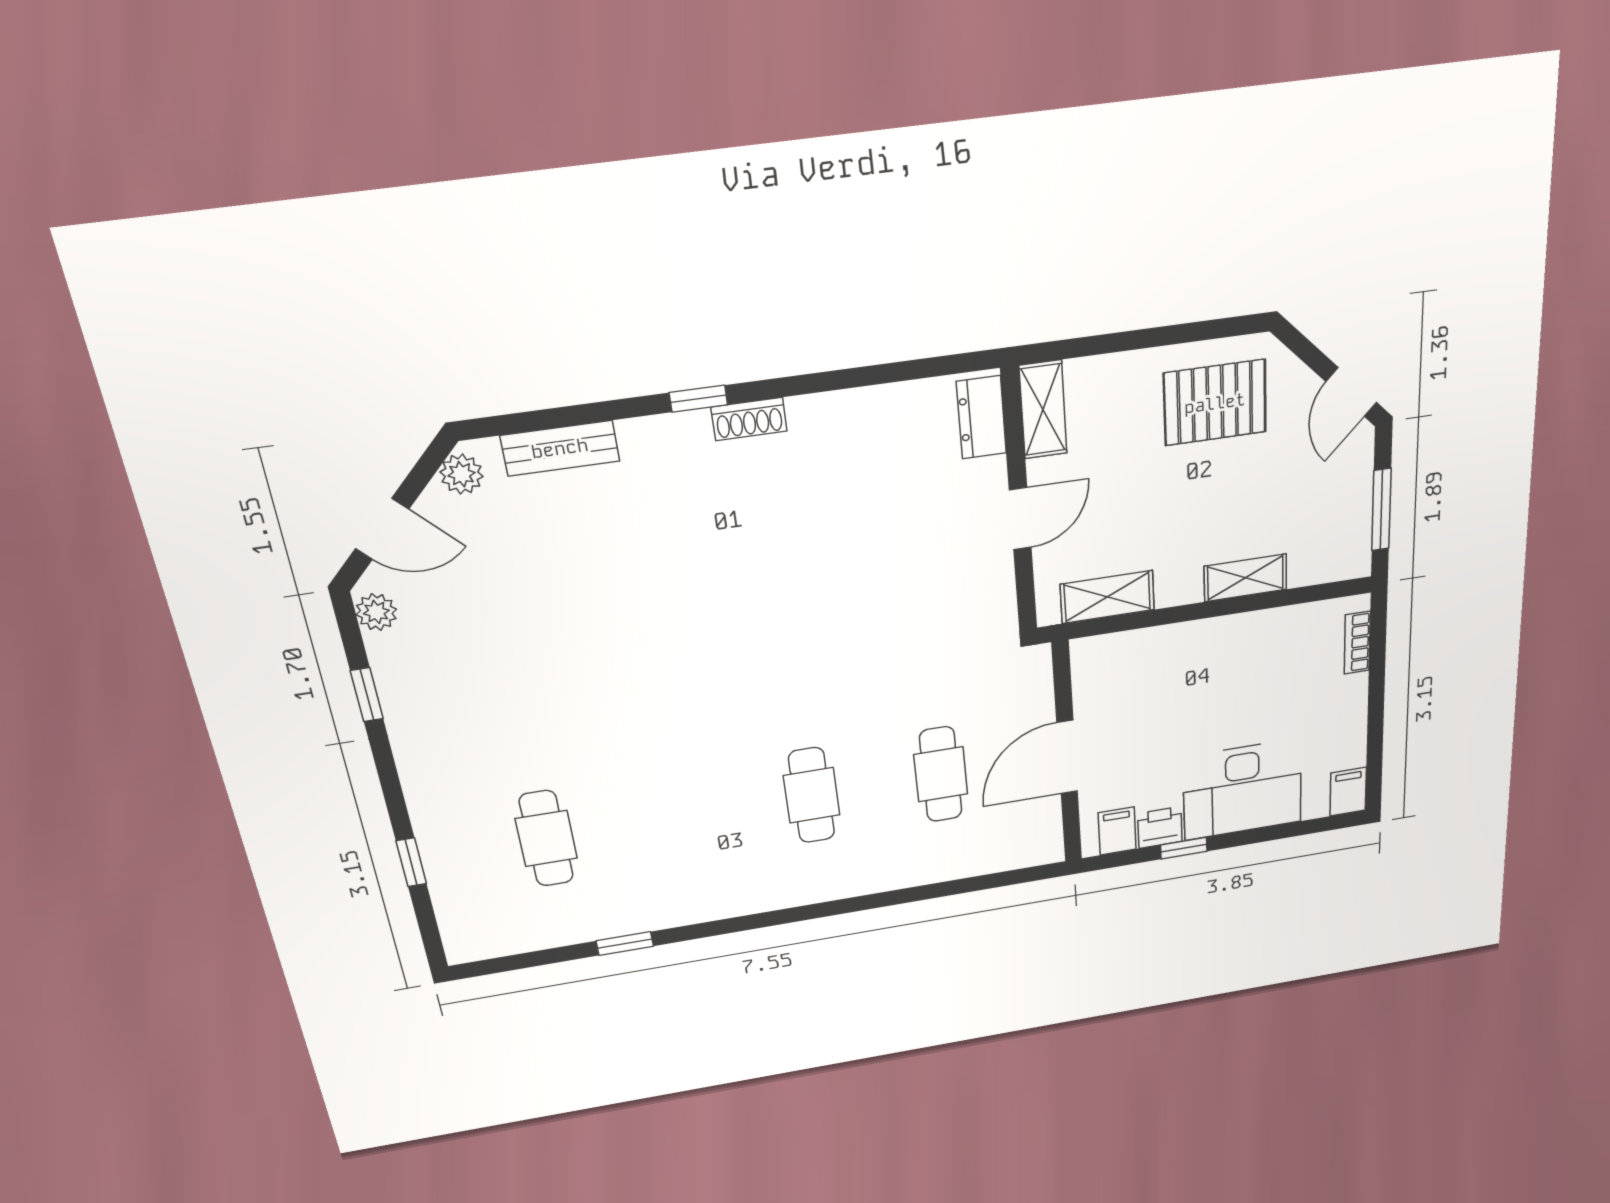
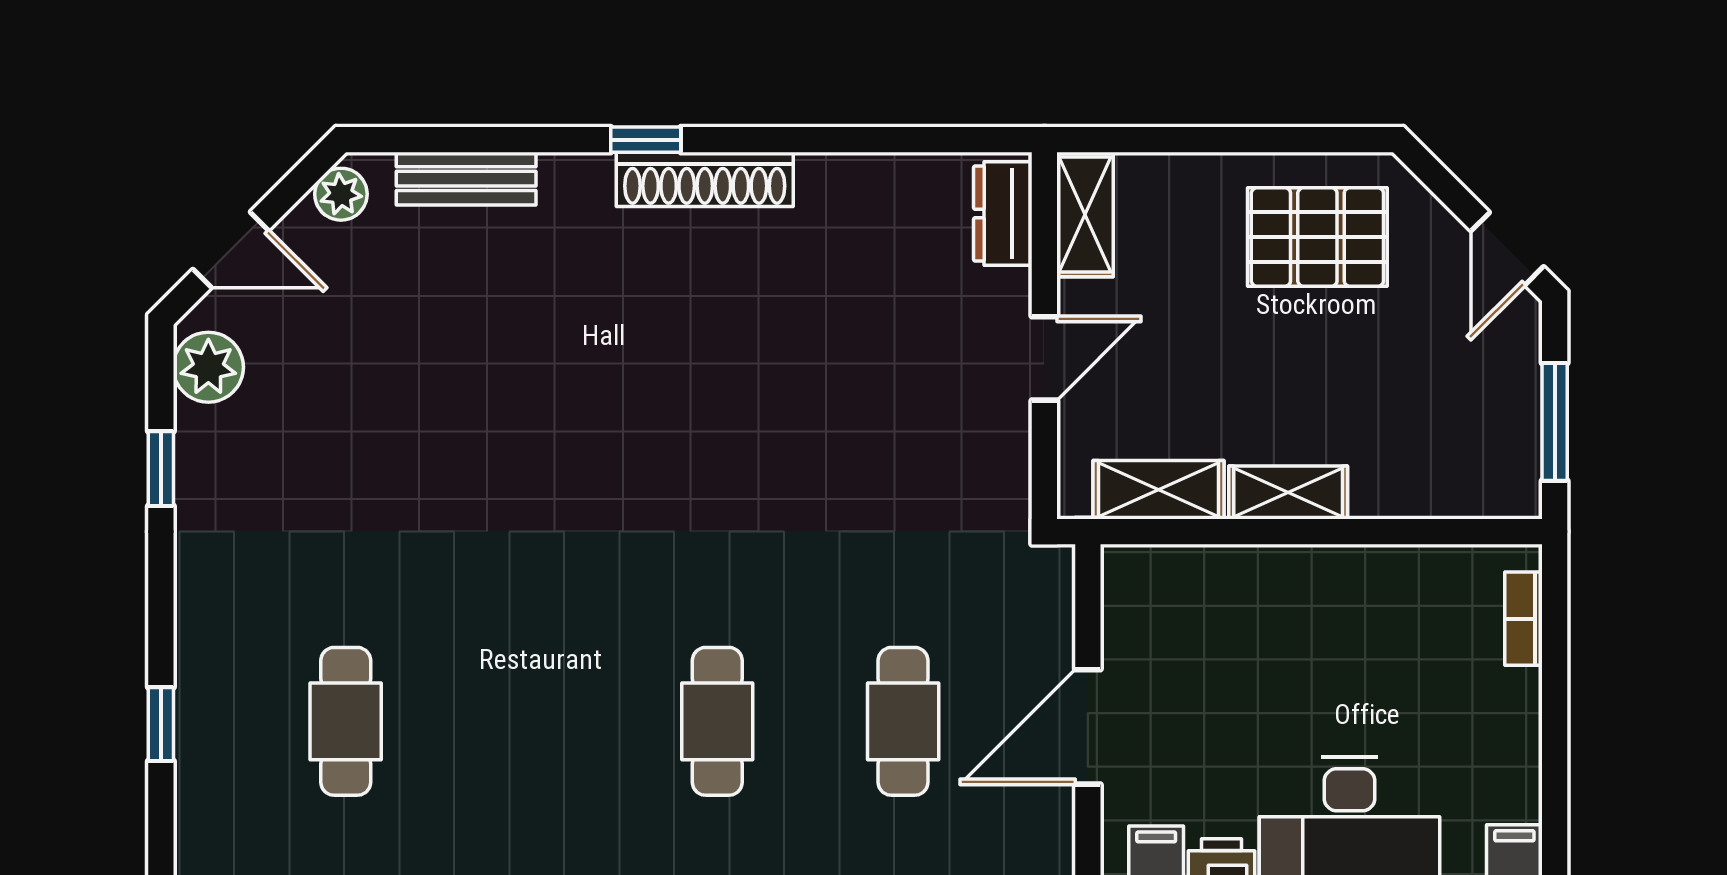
shoe rack: (749, 419) -> (705, 179), width x1.94, depth x1.24
shelving: (1245, 578) -> (1288, 492), moved
plant: (376, 612) -> (208, 367), width x1.38, depth x1.38

